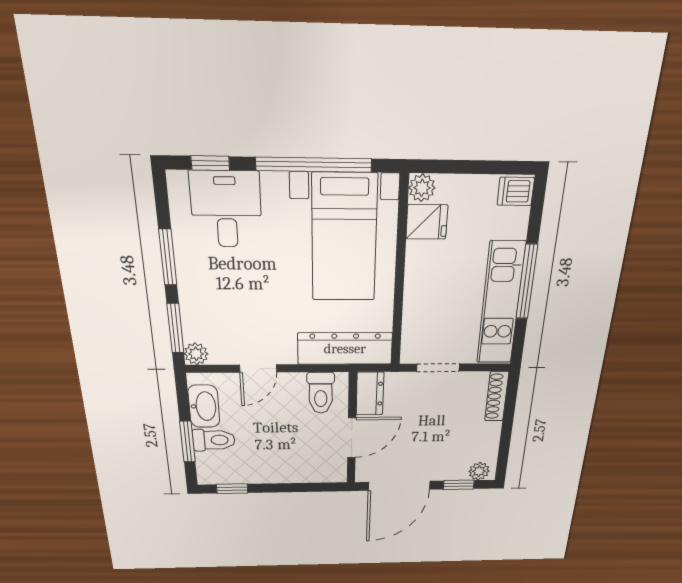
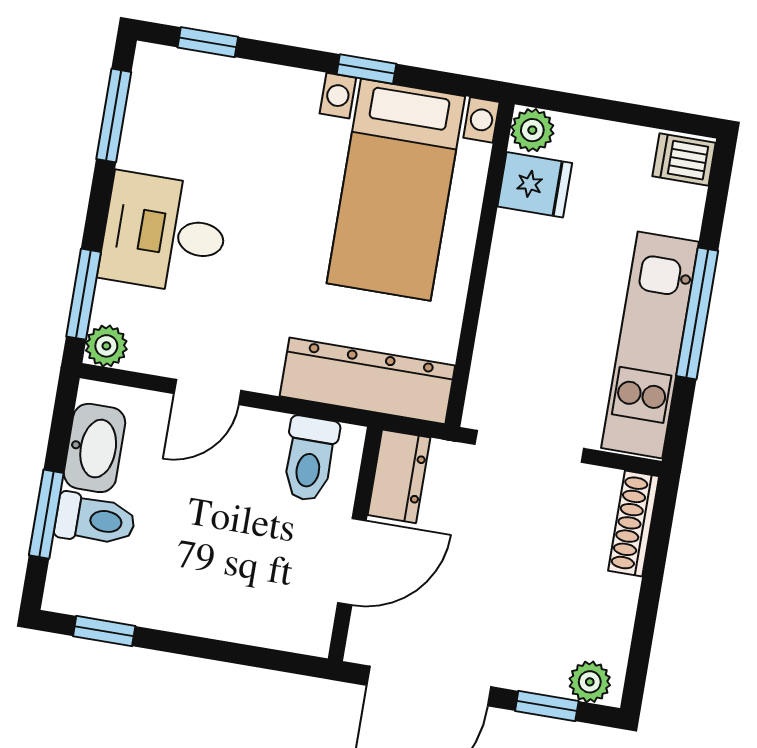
window: (314, 165) -> (366, 69), width x0.32
desk: (226, 209) -> (164, 233), moved, turned -90
window: (168, 257) -> (114, 116), moved
doorway: (438, 368) -> (529, 446), width x1.38

